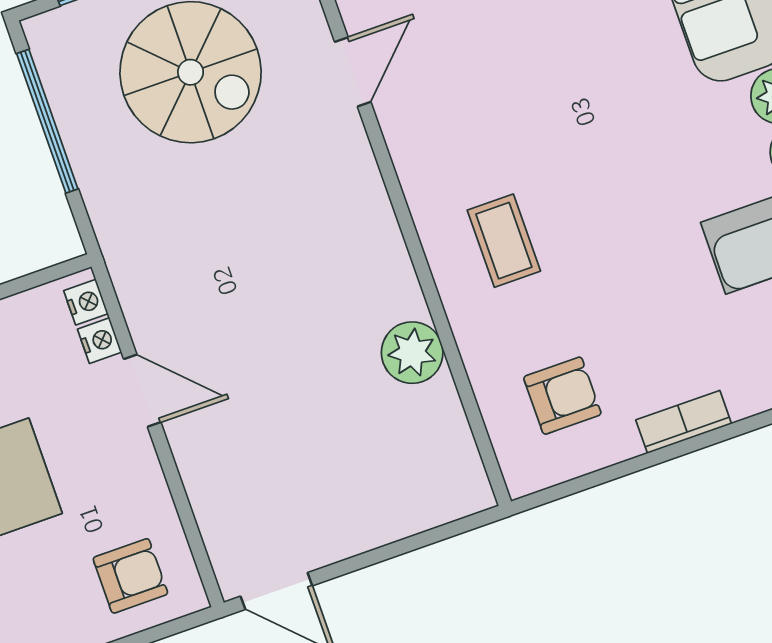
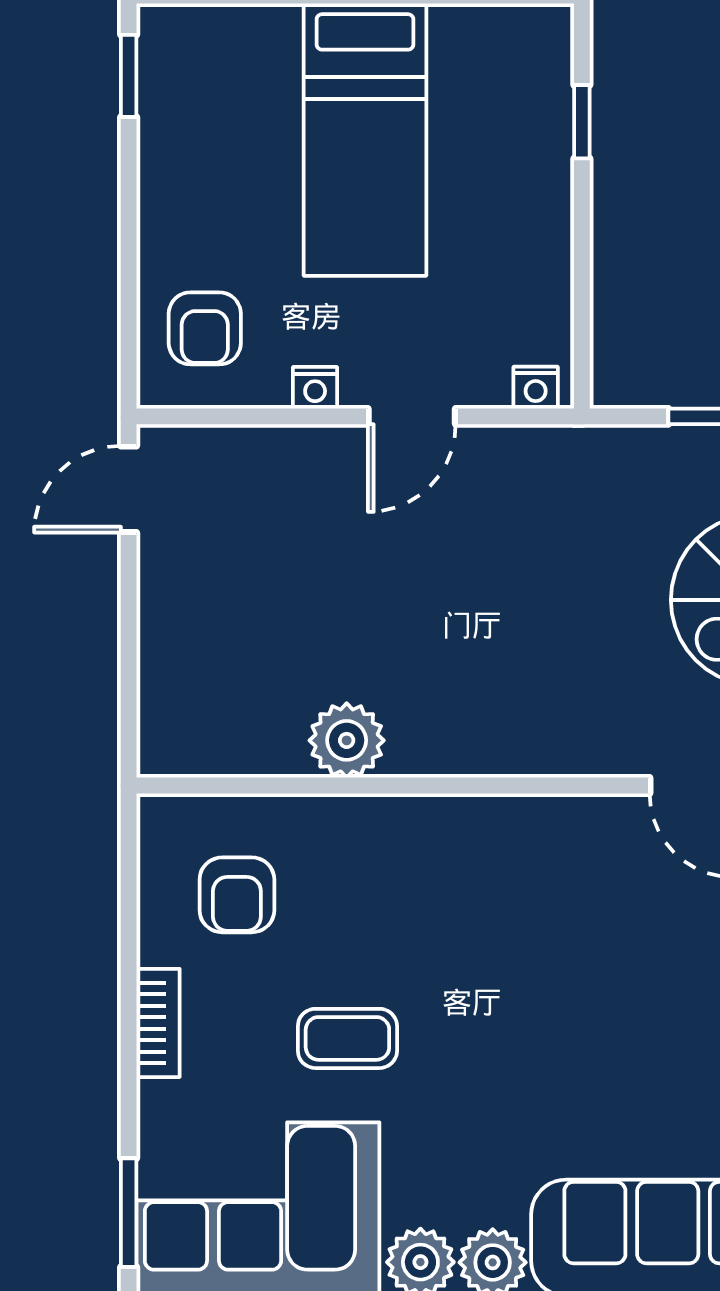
coffee table: (504, 241) -> (347, 1038), moved
nightstand: (100, 341) -> (315, 388), moved

